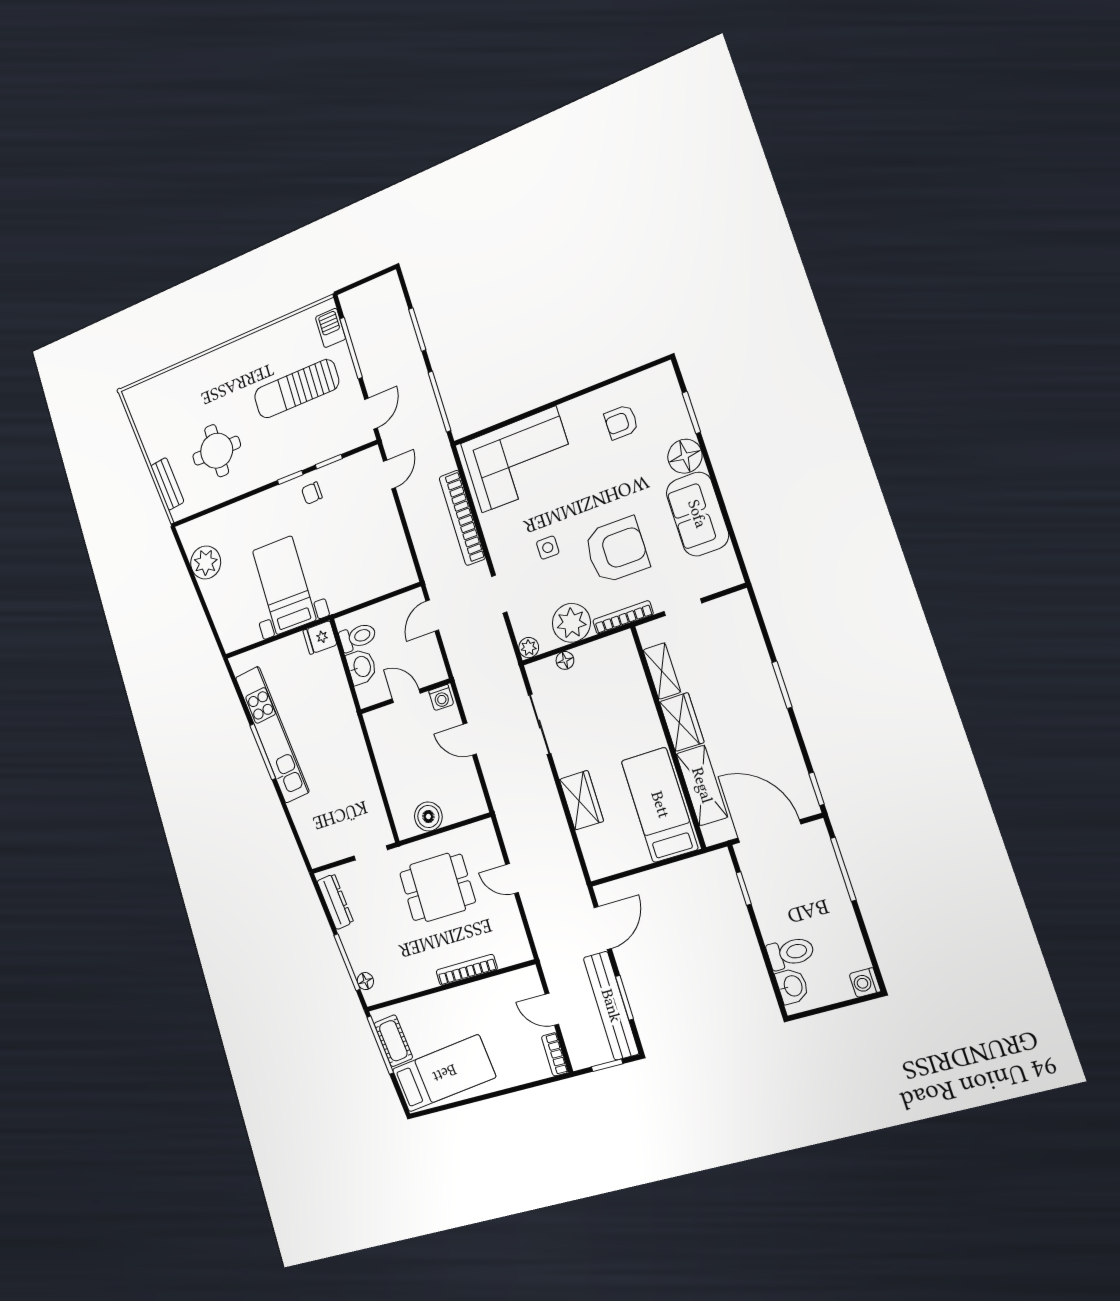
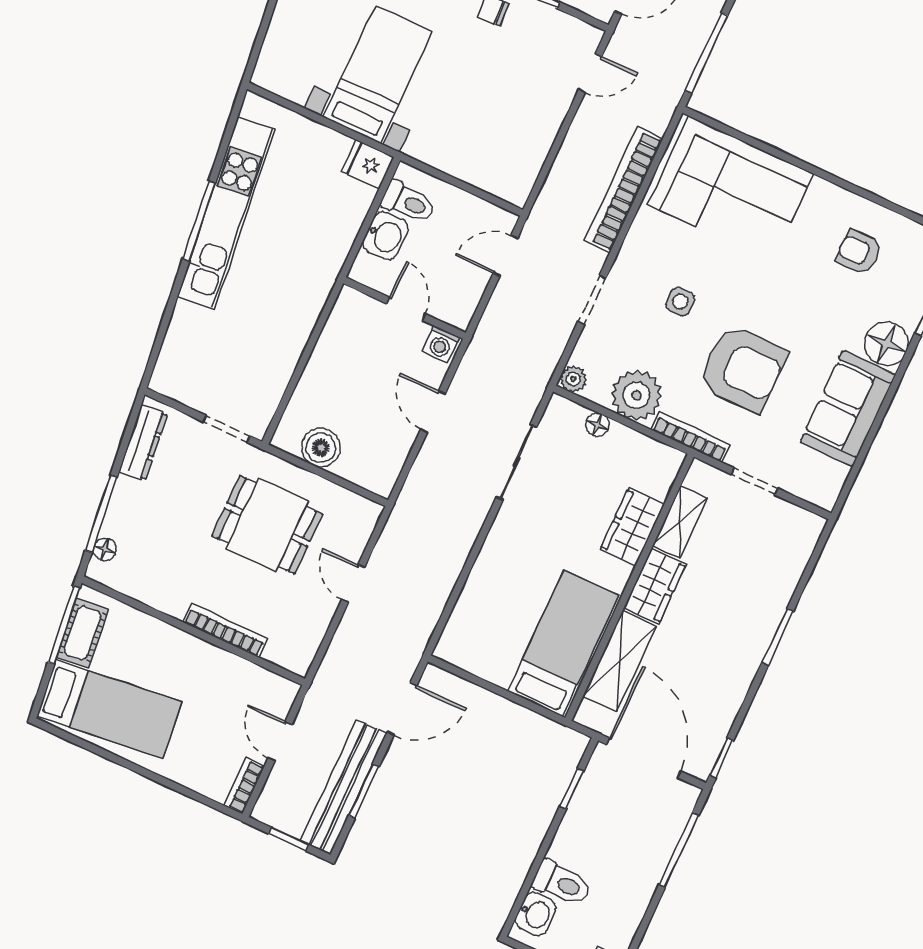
wardrobe: (581, 800) -> (632, 527), moved, turned 180

